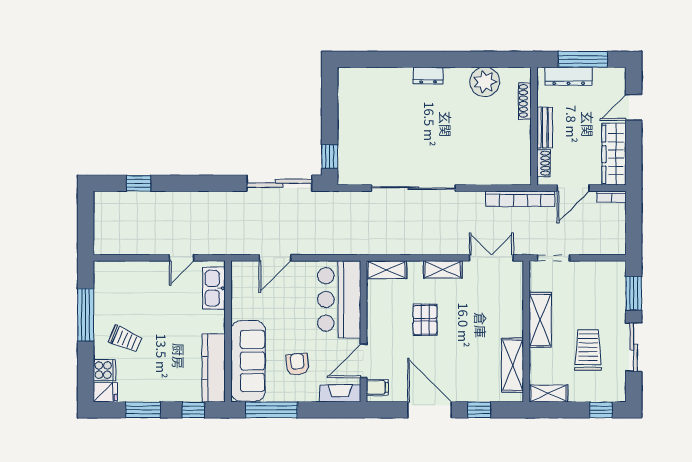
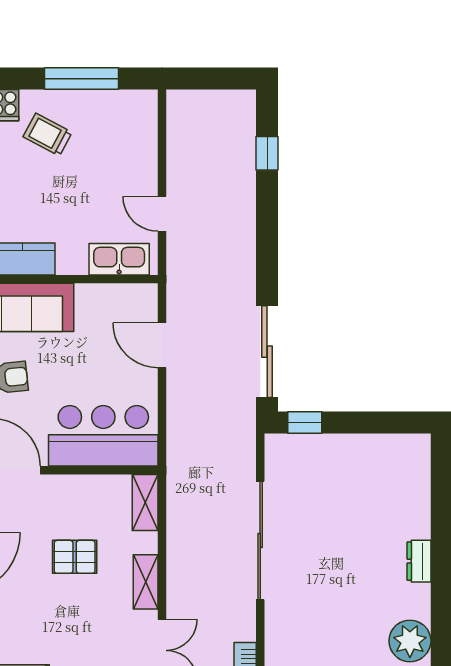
trolley: (125, 339) -> (48, 135), turned 95

